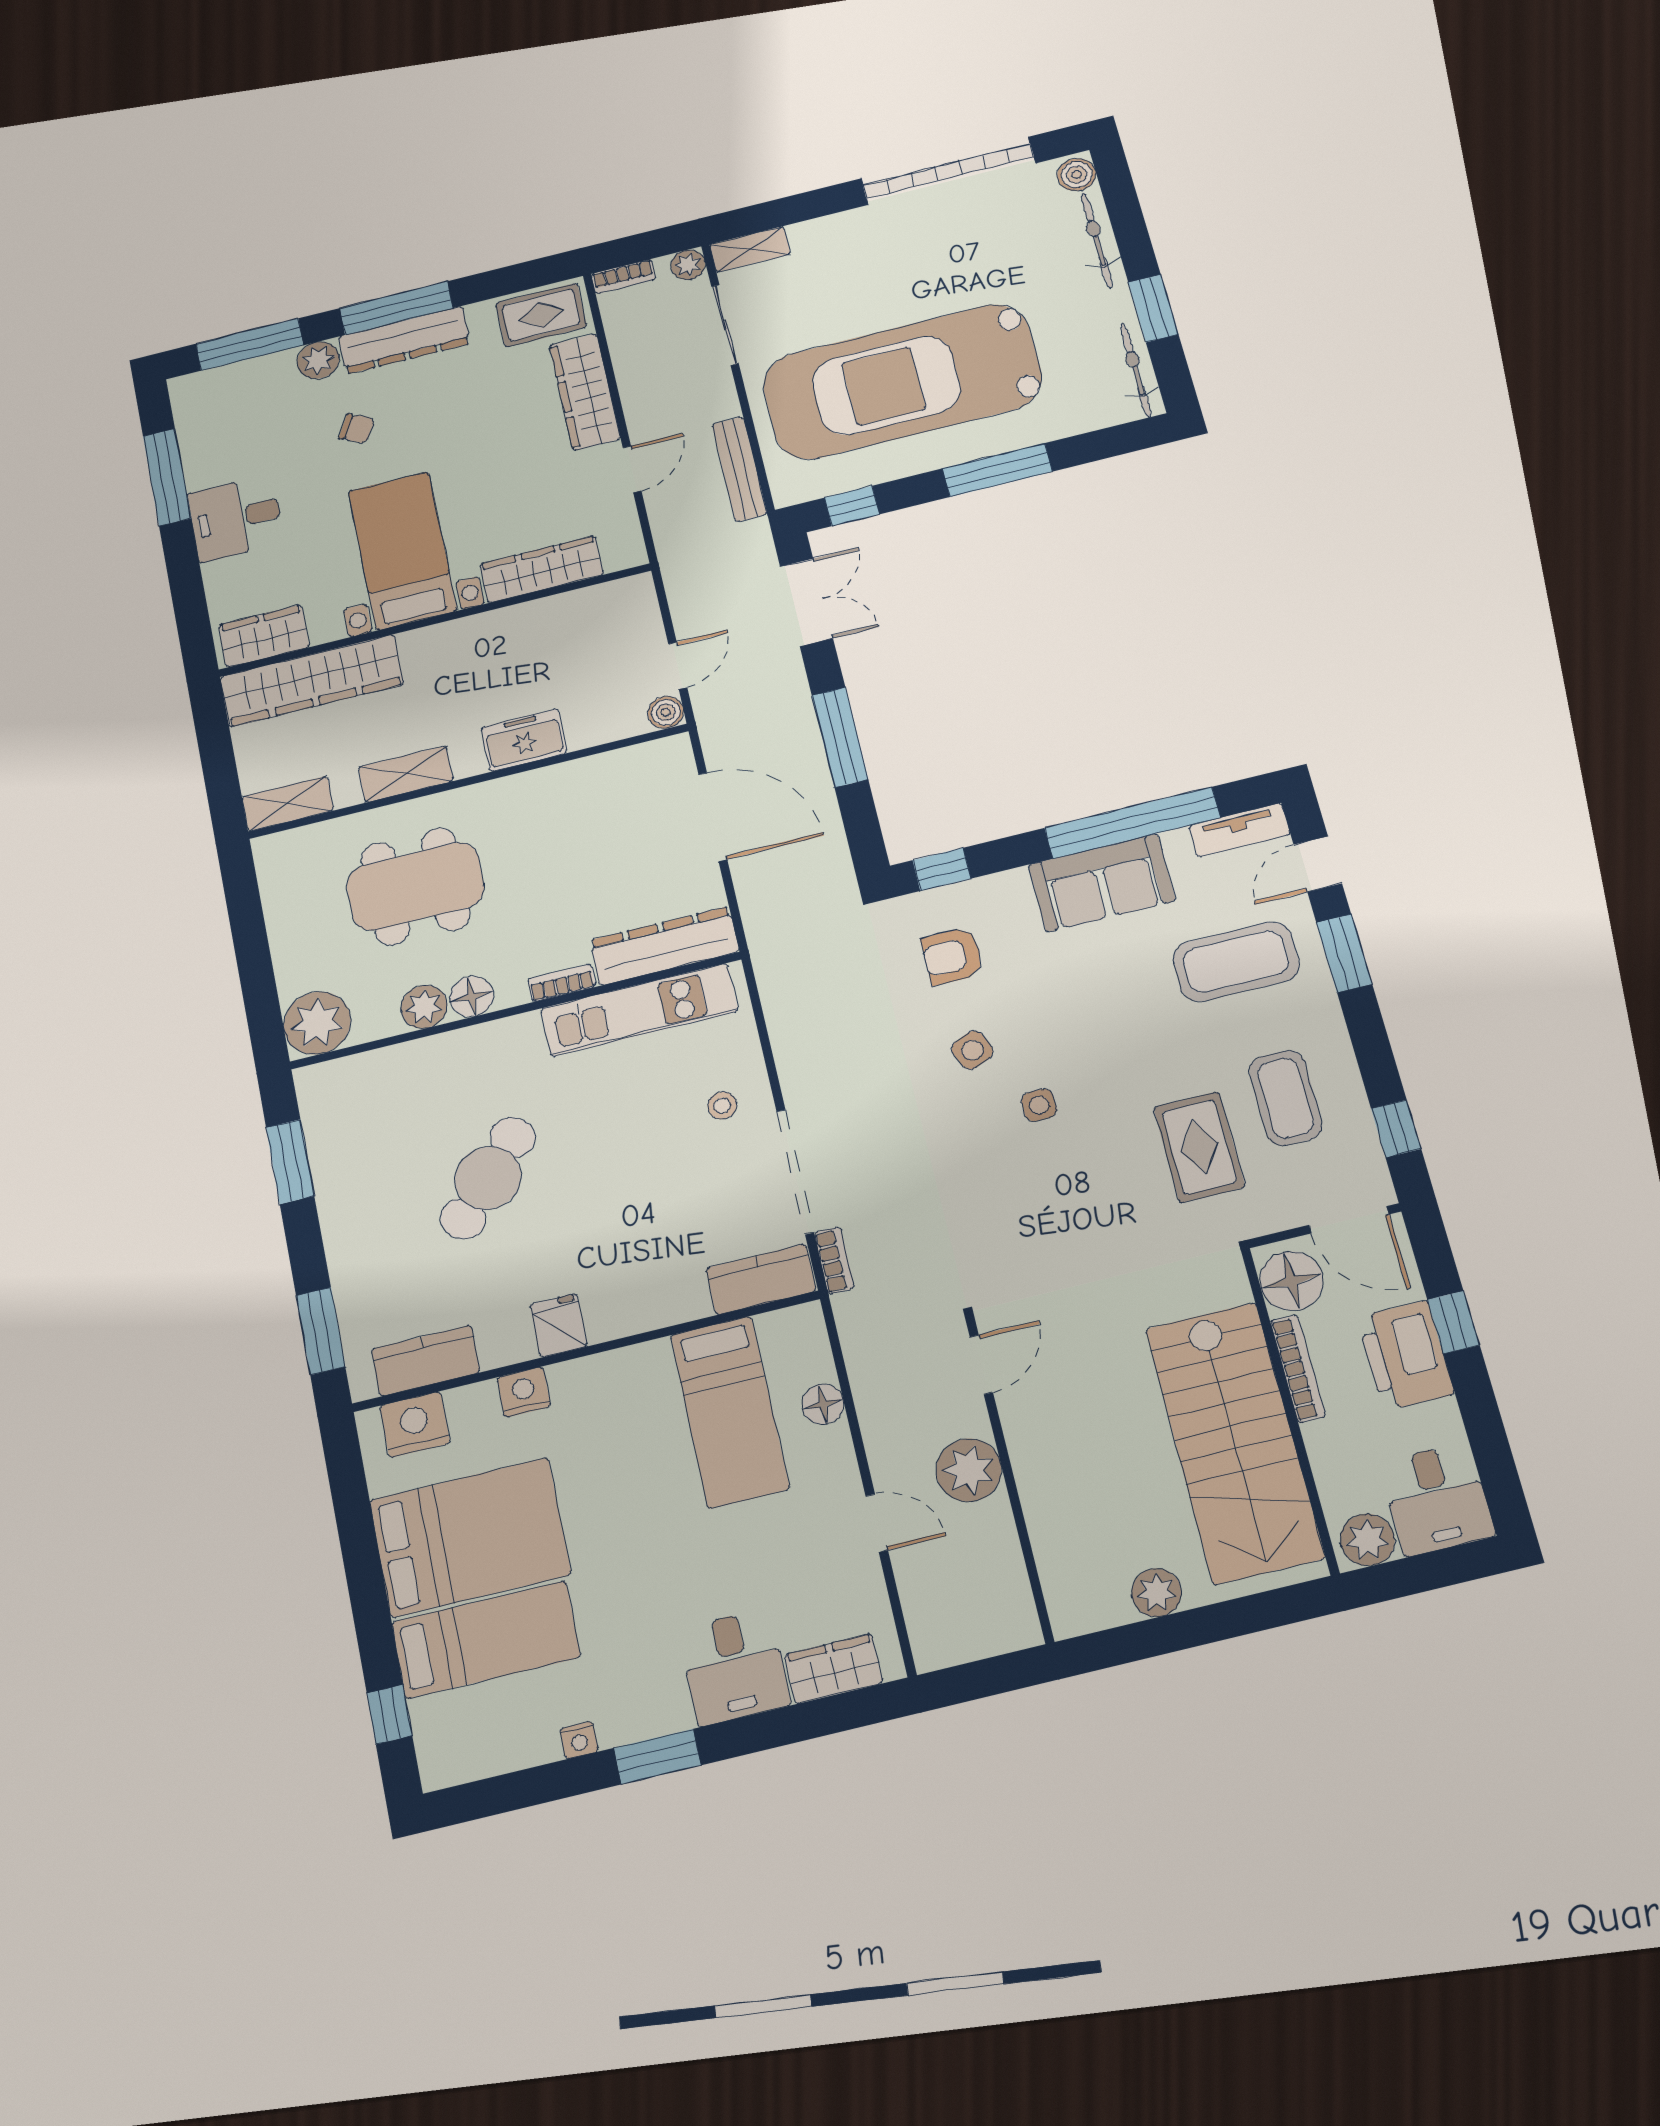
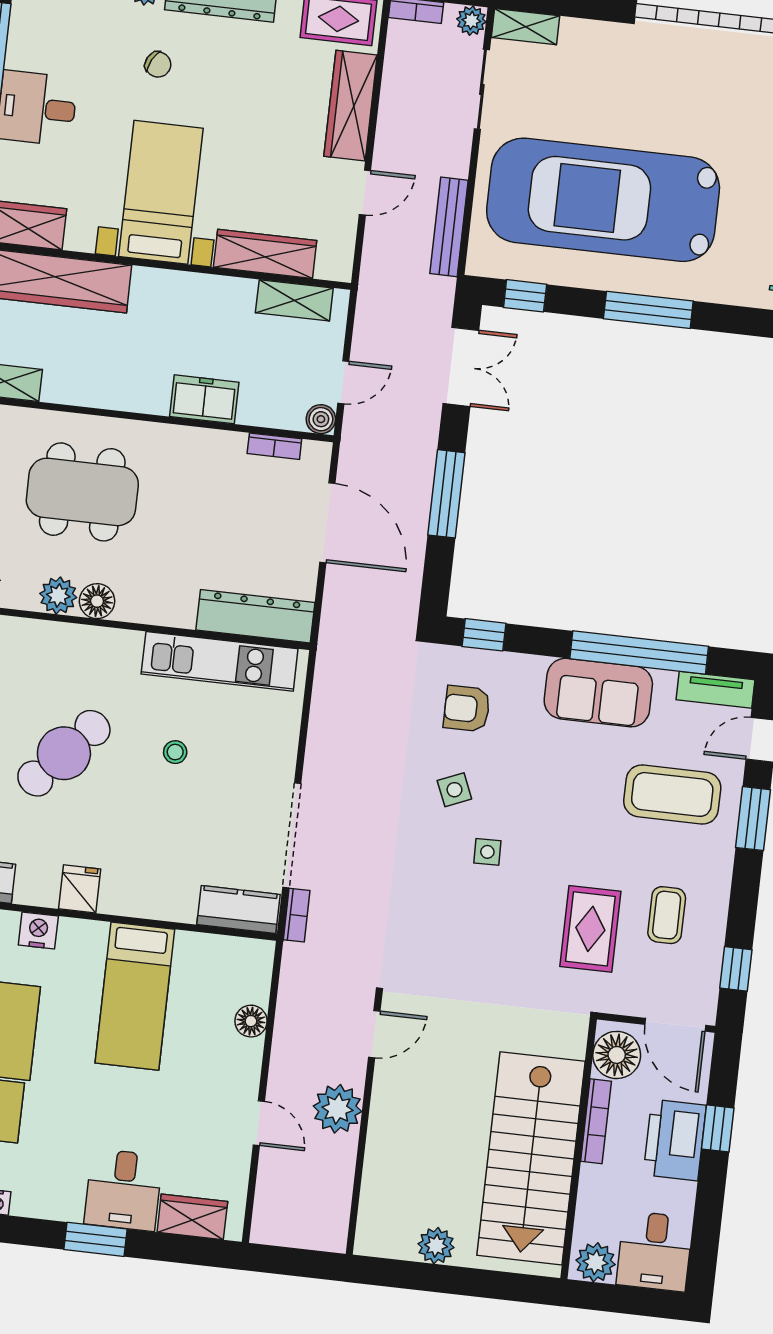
shelving: (406, 774) -> (294, 300), moved
bookcase: (562, 983) -> (274, 446), moved, turned 180
coffee table: (1286, 1098) -> (667, 915), width x0.73, depth x0.77
stool: (722, 1106) -> (175, 752), moved
bed: (730, 1412) -> (135, 996), moved
window: (657, 1757) -> (95, 1239), moved

